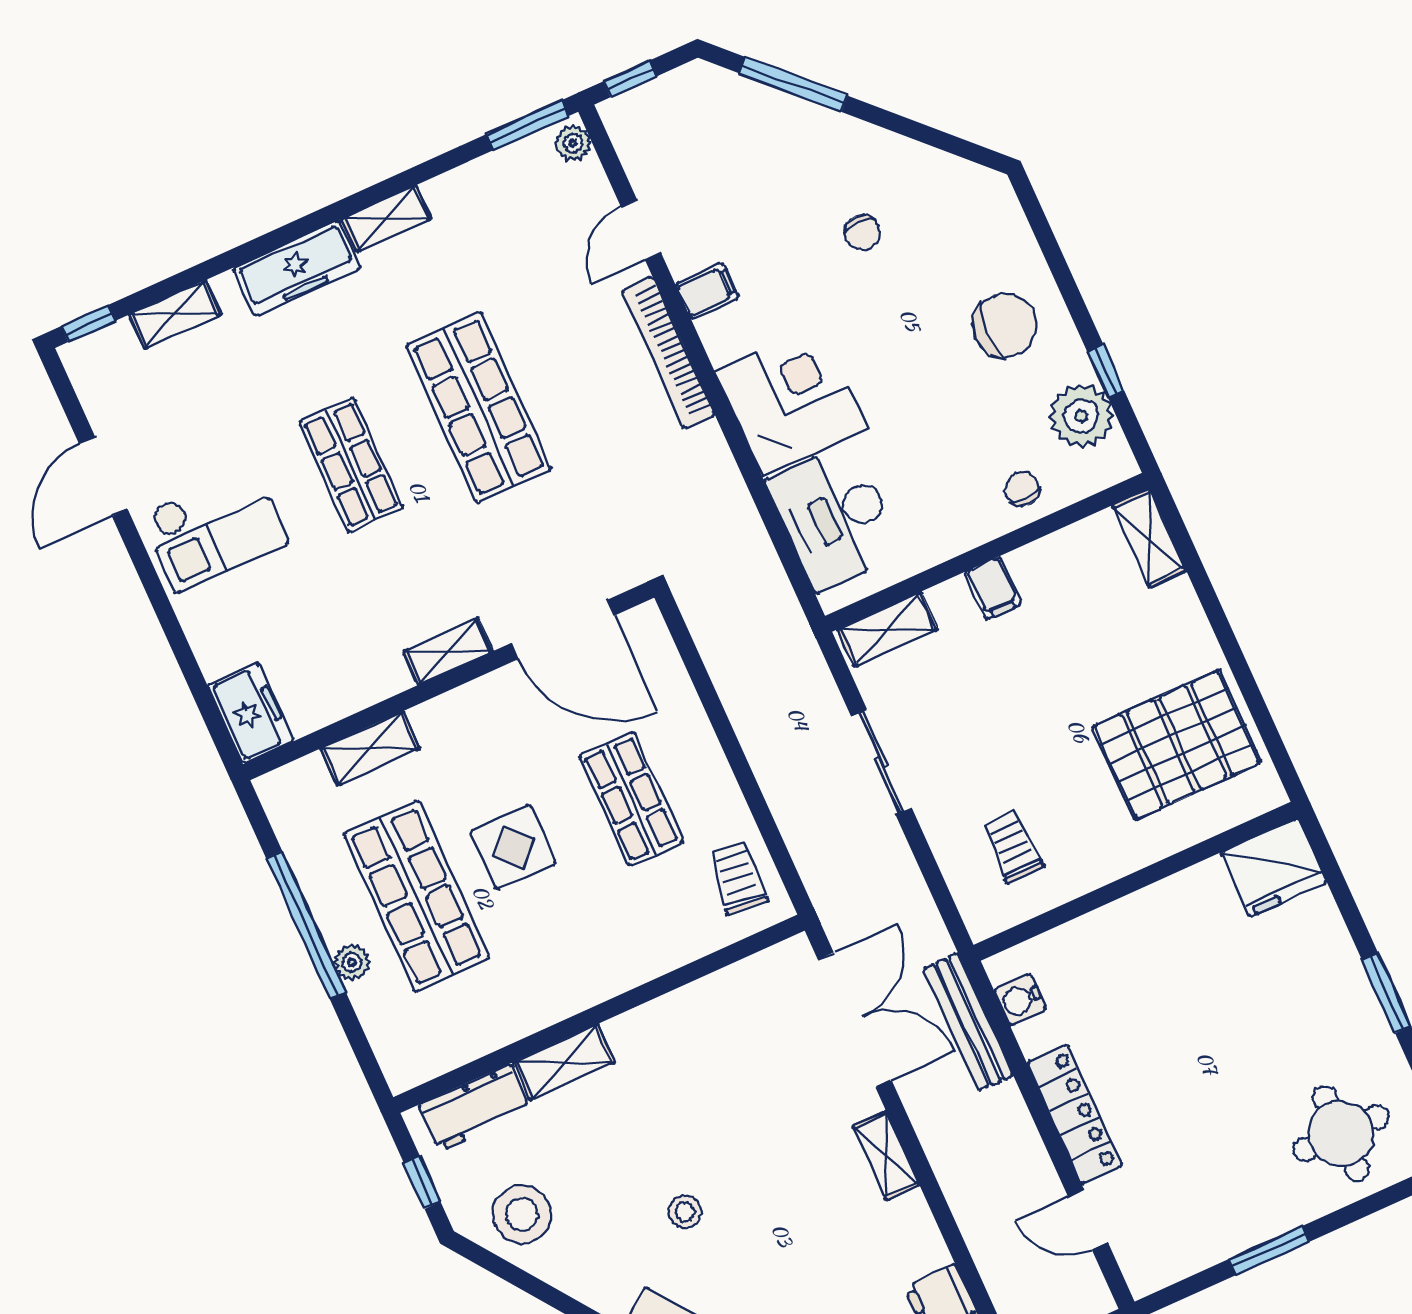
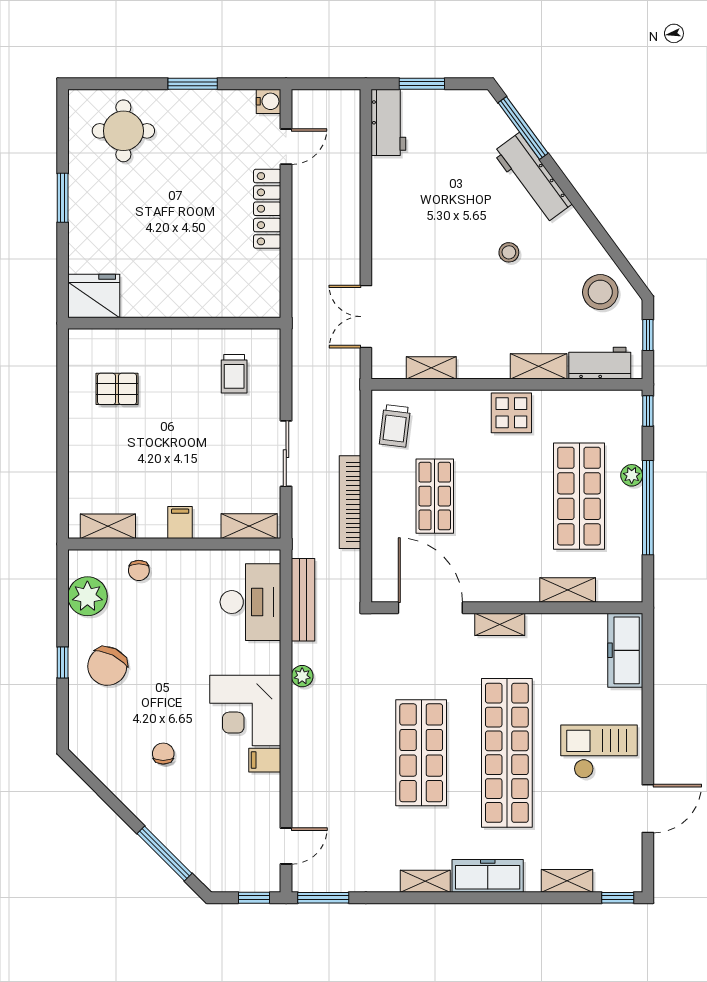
plant: (573, 143) -> (302, 676), moved
door: (641, 230) -> (286, 846), moved
chair: (1005, 325) -> (107, 666), turned -65
bookcase: (668, 353) -> (350, 502), moved, turned 180
window: (1106, 371) -> (63, 662), moved
corner desk: (791, 400) -> (245, 711), moved
shop shelf: (351, 465) -> (507, 753), width x2.00, depth x1.36
shelving: (1149, 538) -> (108, 526), moved, turned 90
freezer: (251, 713) -> (625, 650), width x1.40
pallet: (1177, 745) -> (117, 389), width x0.49, depth x0.50
display table: (513, 847) -> (511, 413), moved
water cooler: (1020, 1000) -> (268, 101), moved
double door: (855, 1020) -> (366, 317), width x0.73
bench: (968, 1022) -> (303, 600), moved
window: (371, 1069) -> (648, 411), added
shelving: (886, 1155) -> (431, 368), moved, turned 90
door: (1088, 1220) -> (286, 147), hinge flipped

